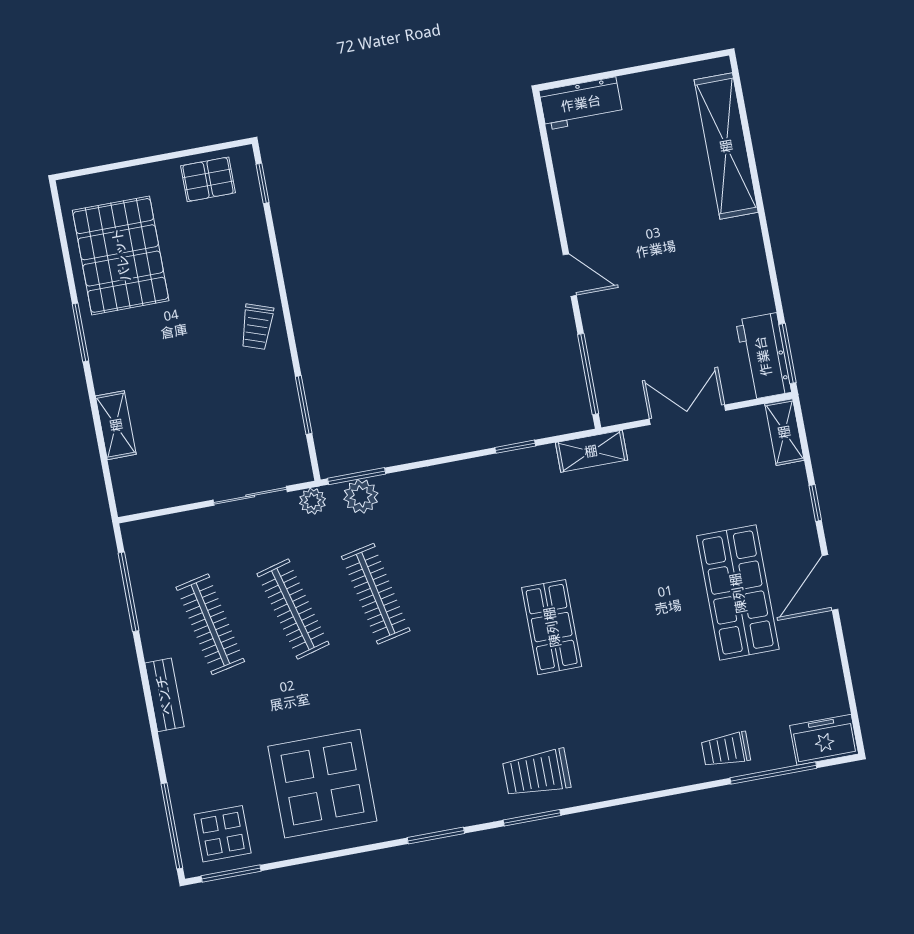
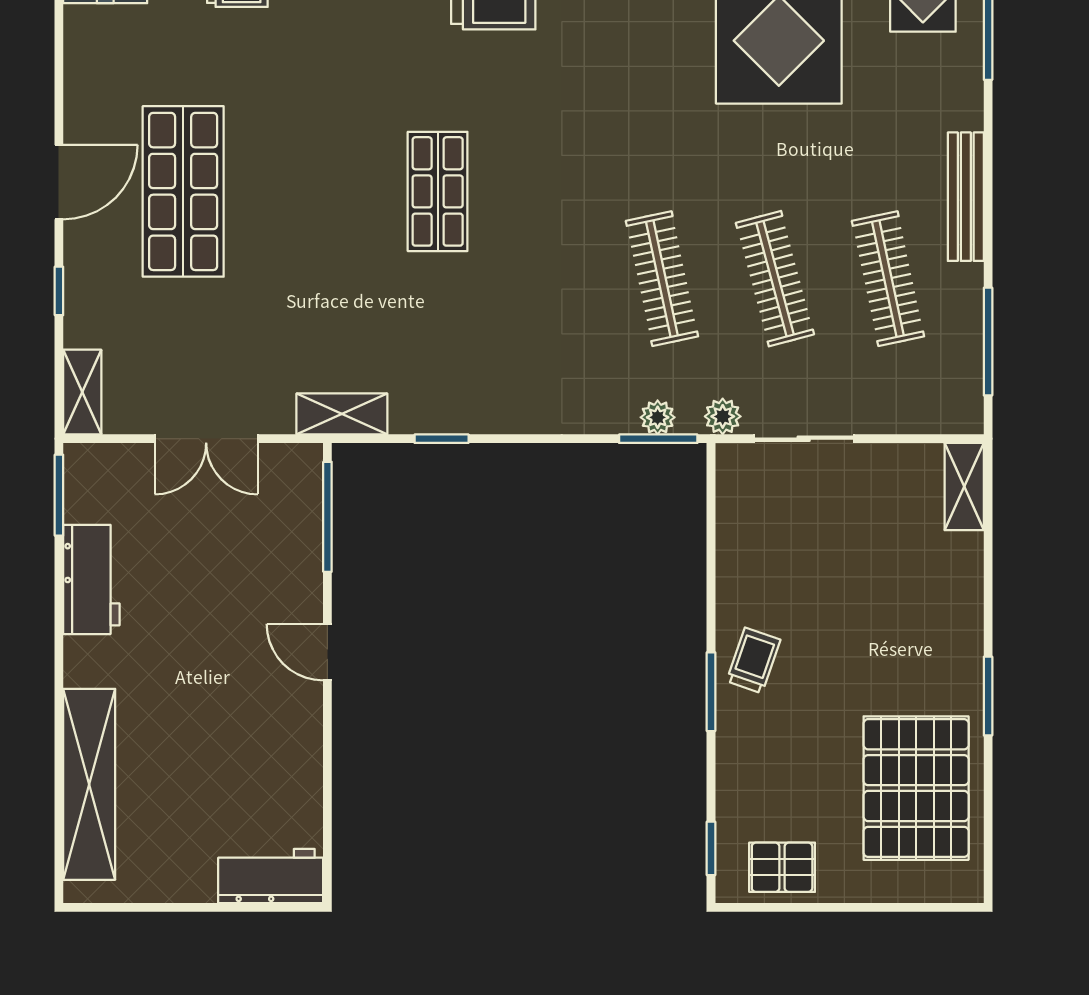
workbench: (763, 356) -> (91, 579), moved
window: (304, 405) -> (711, 692), moved
shelving: (116, 425) -> (964, 487), moved
plant: (361, 496) -> (658, 417), width x0.73, depth x0.73
bench: (164, 695) -> (966, 197), width x1.36

